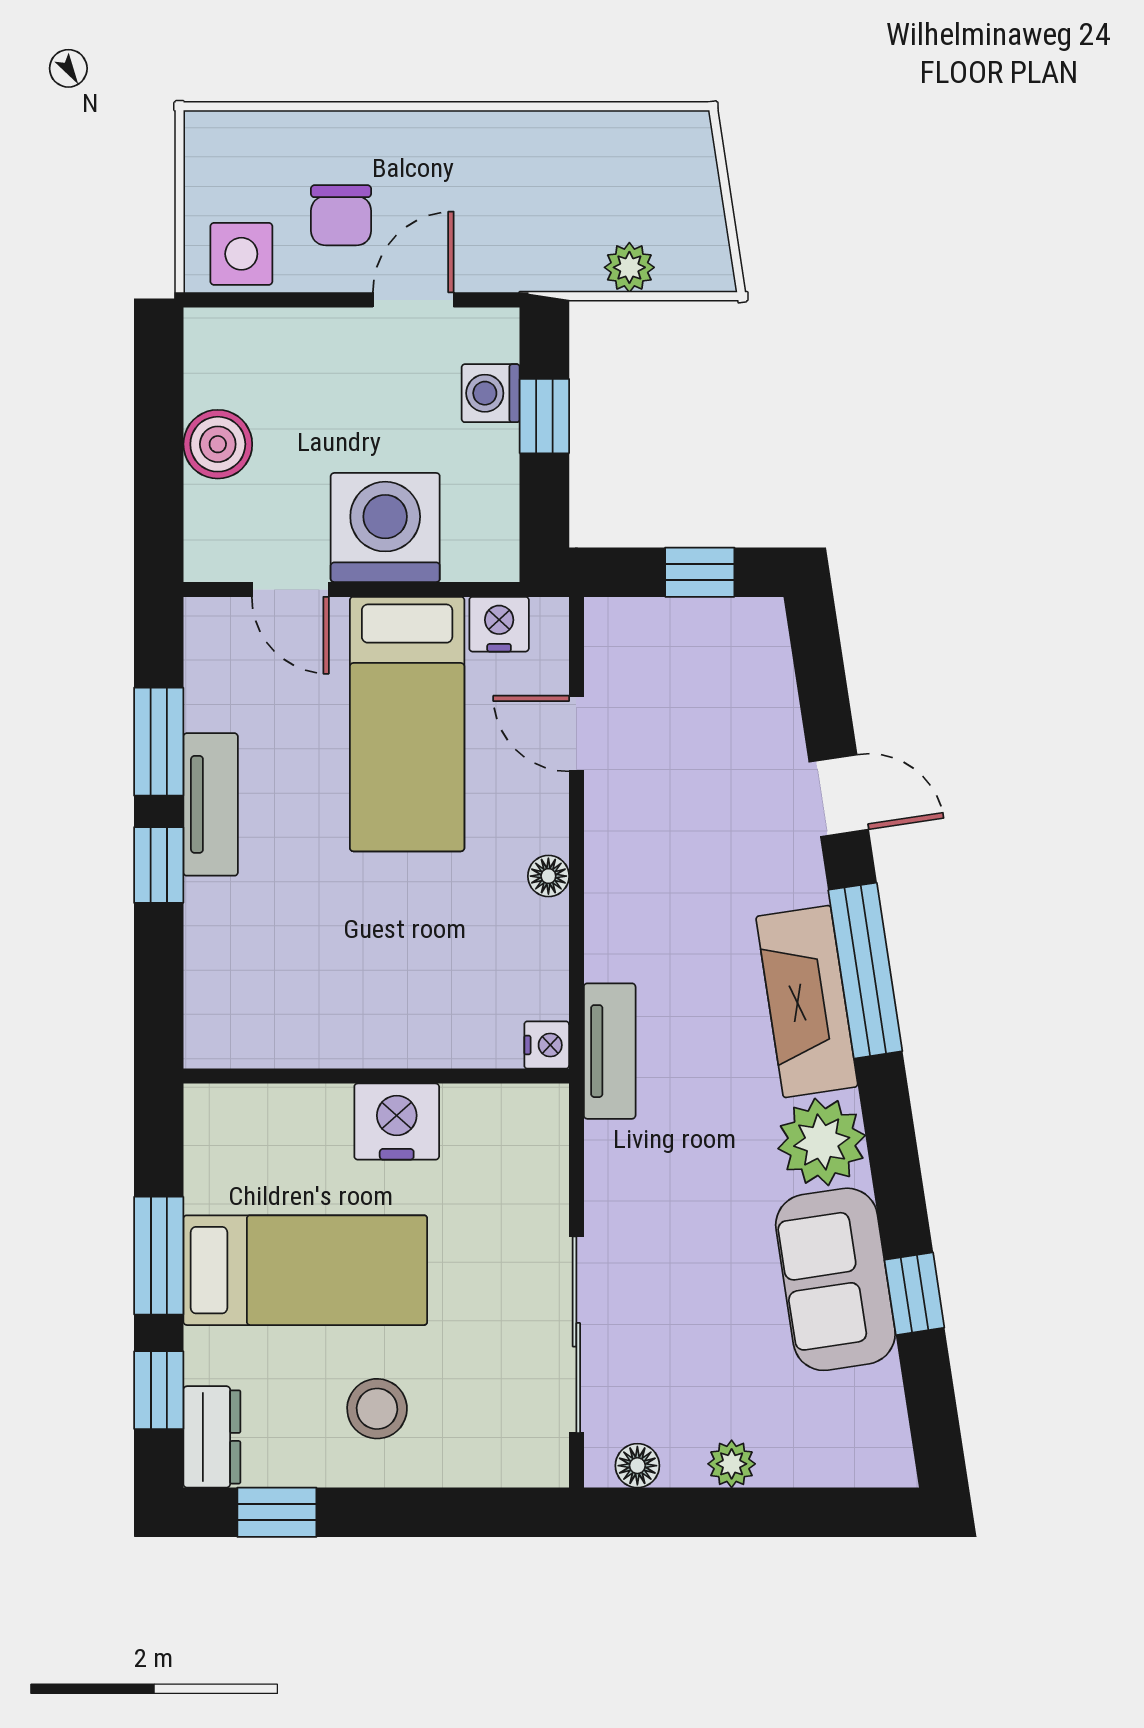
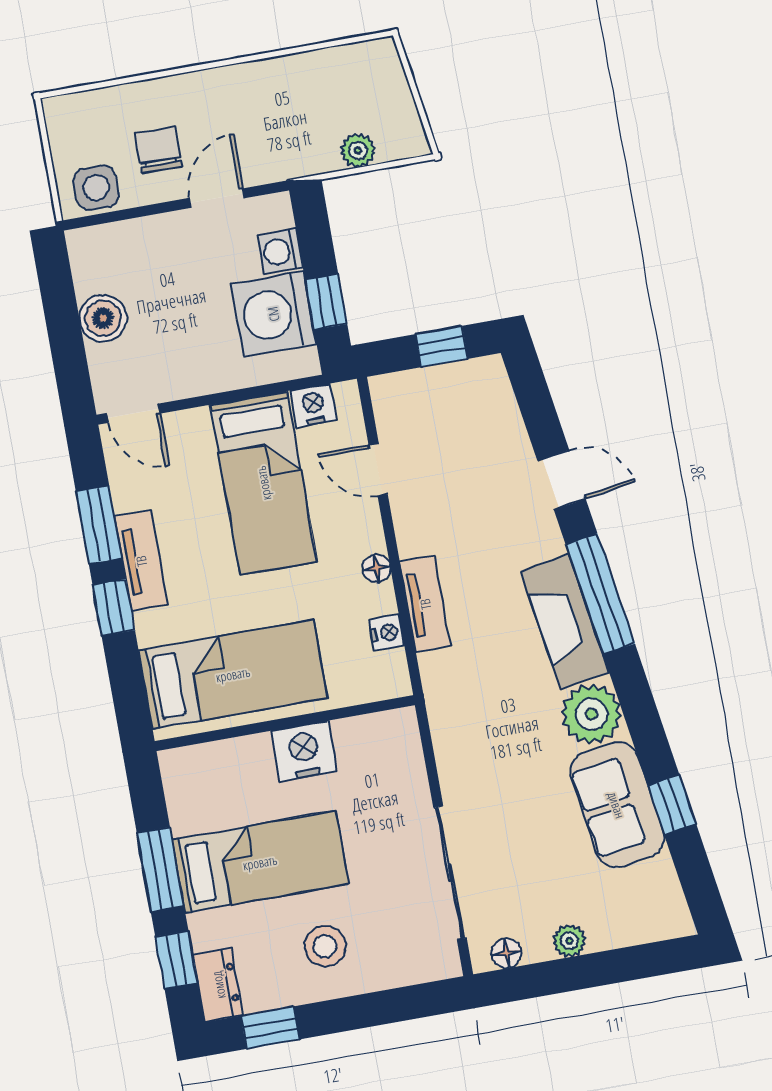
chair: (341, 215) -> (158, 150), turned 180
window: (544, 416) -> (326, 302), moved
washing machine: (385, 527) -> (273, 314), moved, turned -90
door: (290, 589) -> (133, 413), moved
bed: (314, 992) -> (233, 674), added
nightstand: (547, 1045) -> (387, 633), moved
tv unit: (610, 1051) -> (425, 604), moved

